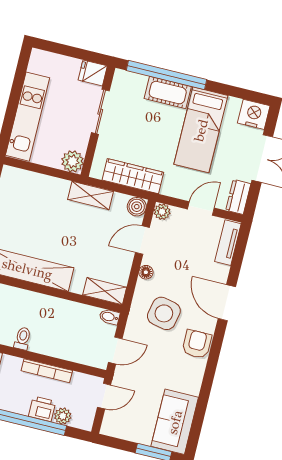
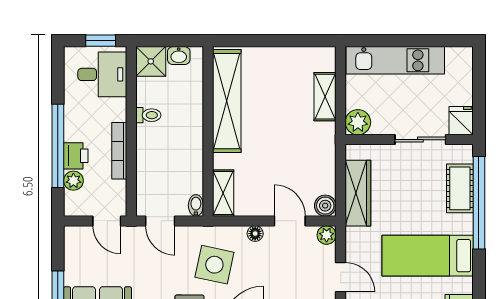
cot: (168, 93) -> (460, 188), moved
shelving: (91, 195) -> (325, 97), moved

